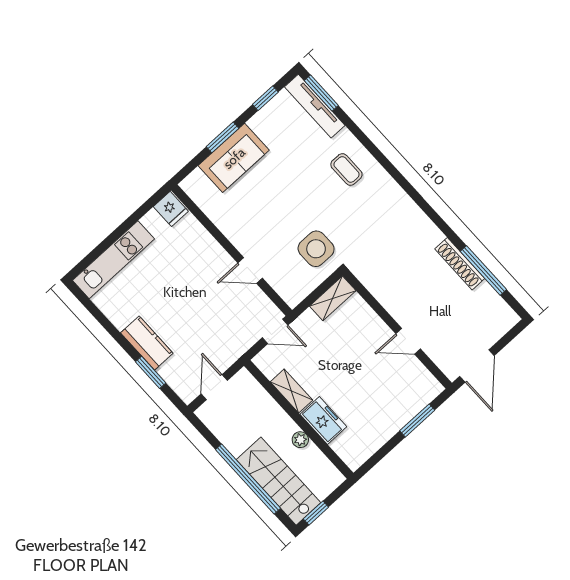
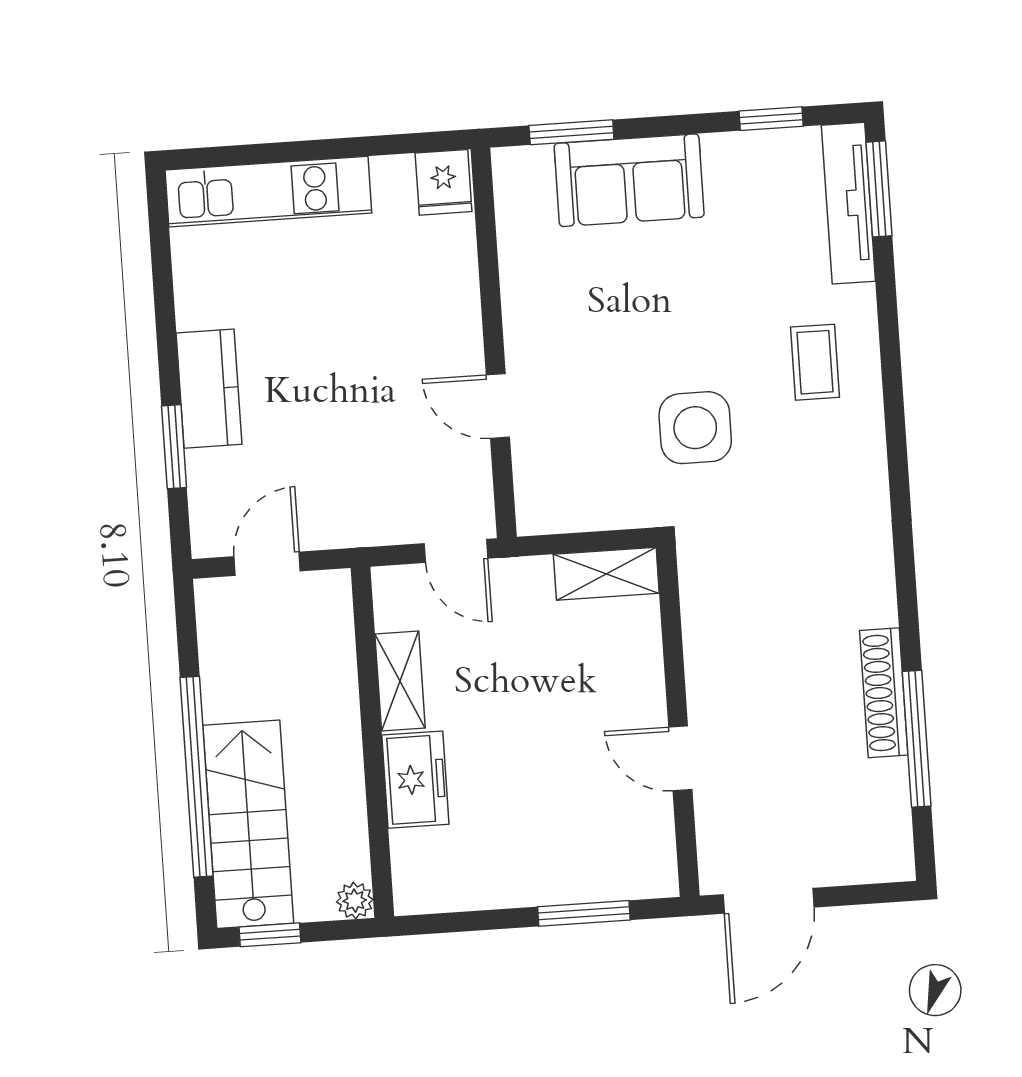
window: (222, 137) -> (571, 132), moved
side table: (316, 249) -> (695, 428), moved
plant: (300, 440) -> (355, 901), moved

